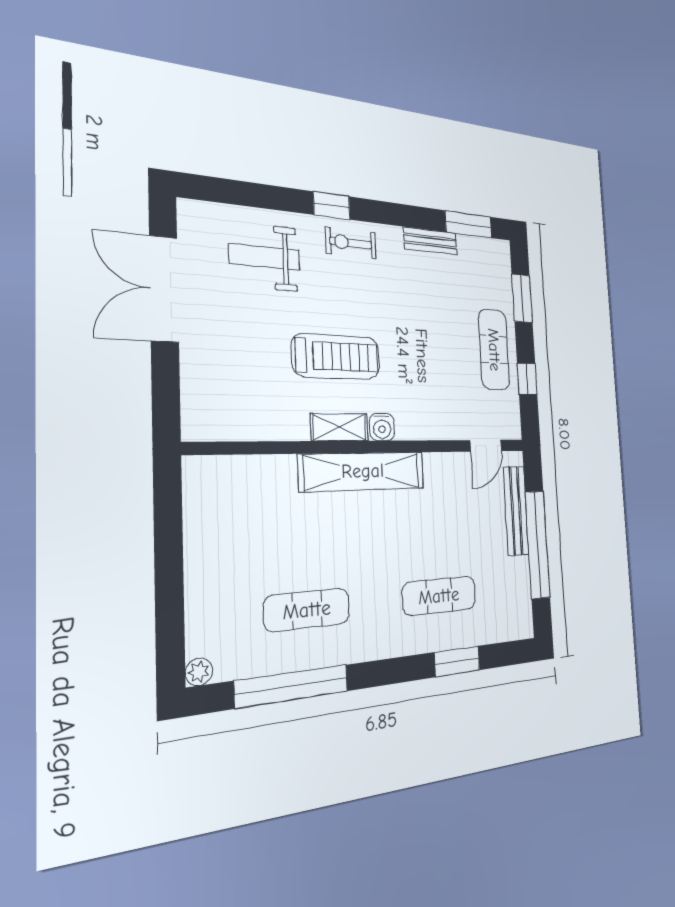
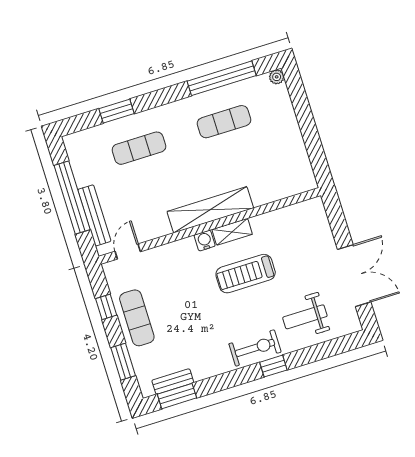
bench: (430, 241) -> (173, 381), moved
exercise bike: (351, 243) -> (255, 348), width x1.38, depth x1.39
weight bench: (265, 257) -> (305, 317), turned 180

